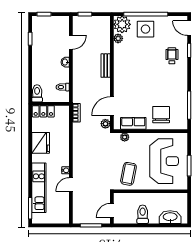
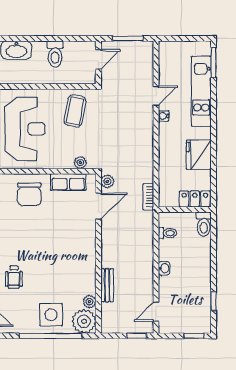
door: (71, 42) -> (156, 312), moved
bench: (106, 66) -> (107, 285), moved
reception desk: (164, 161) -> (25, 129), turned 180

